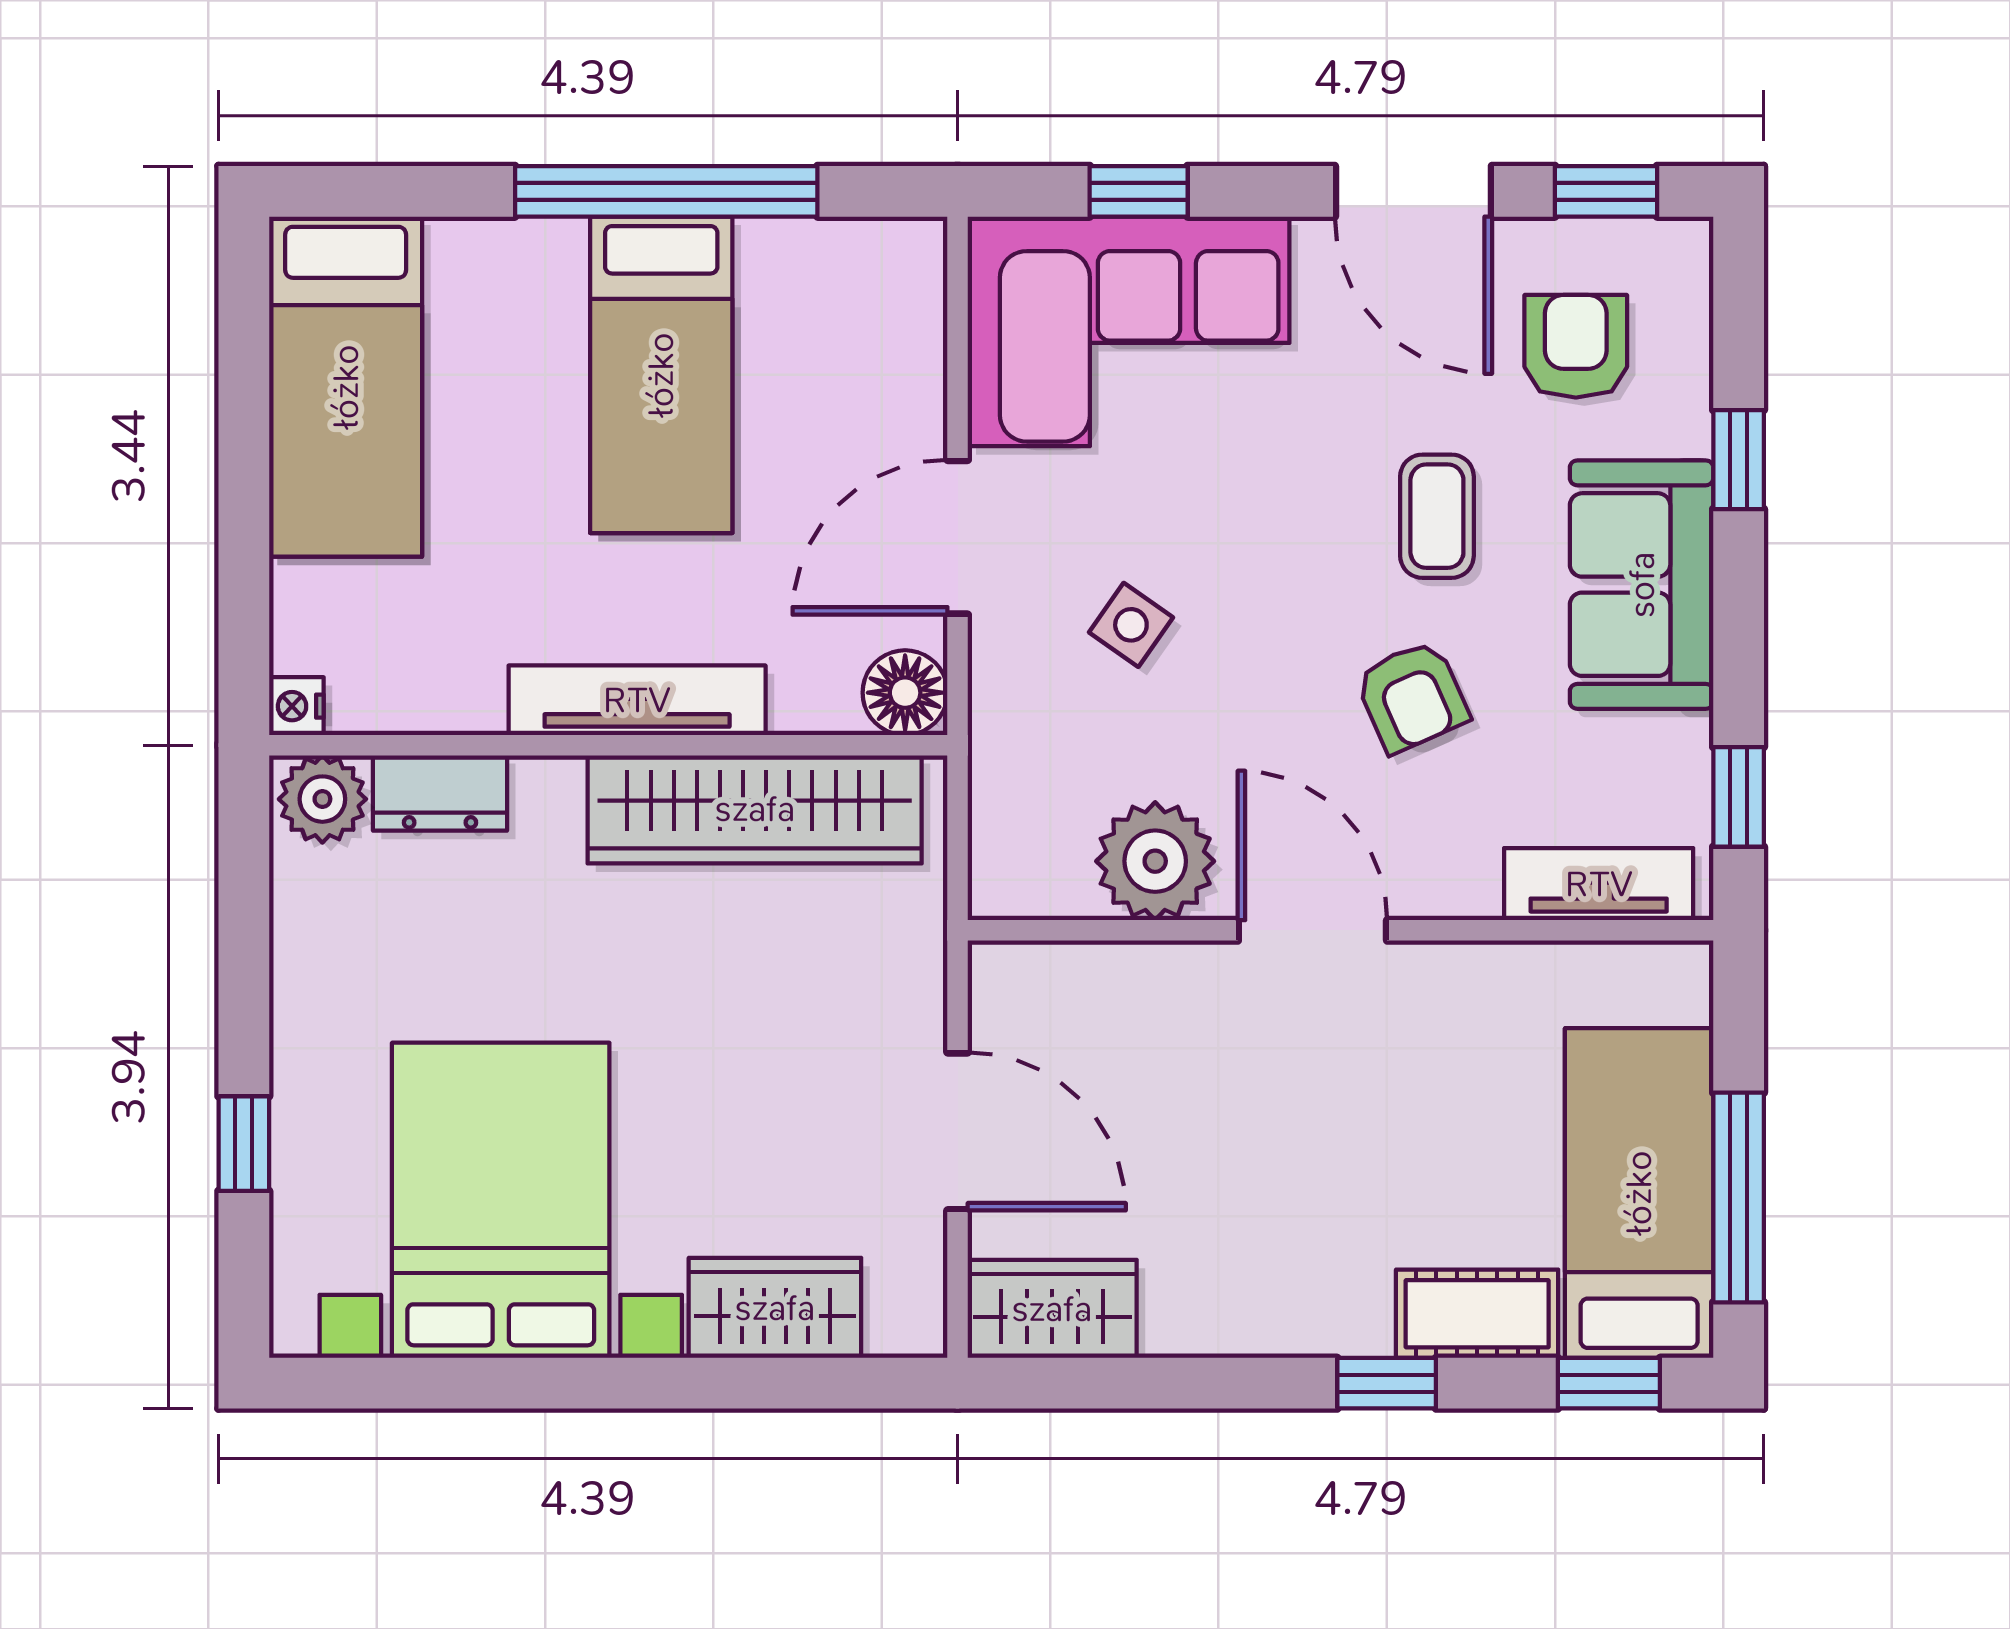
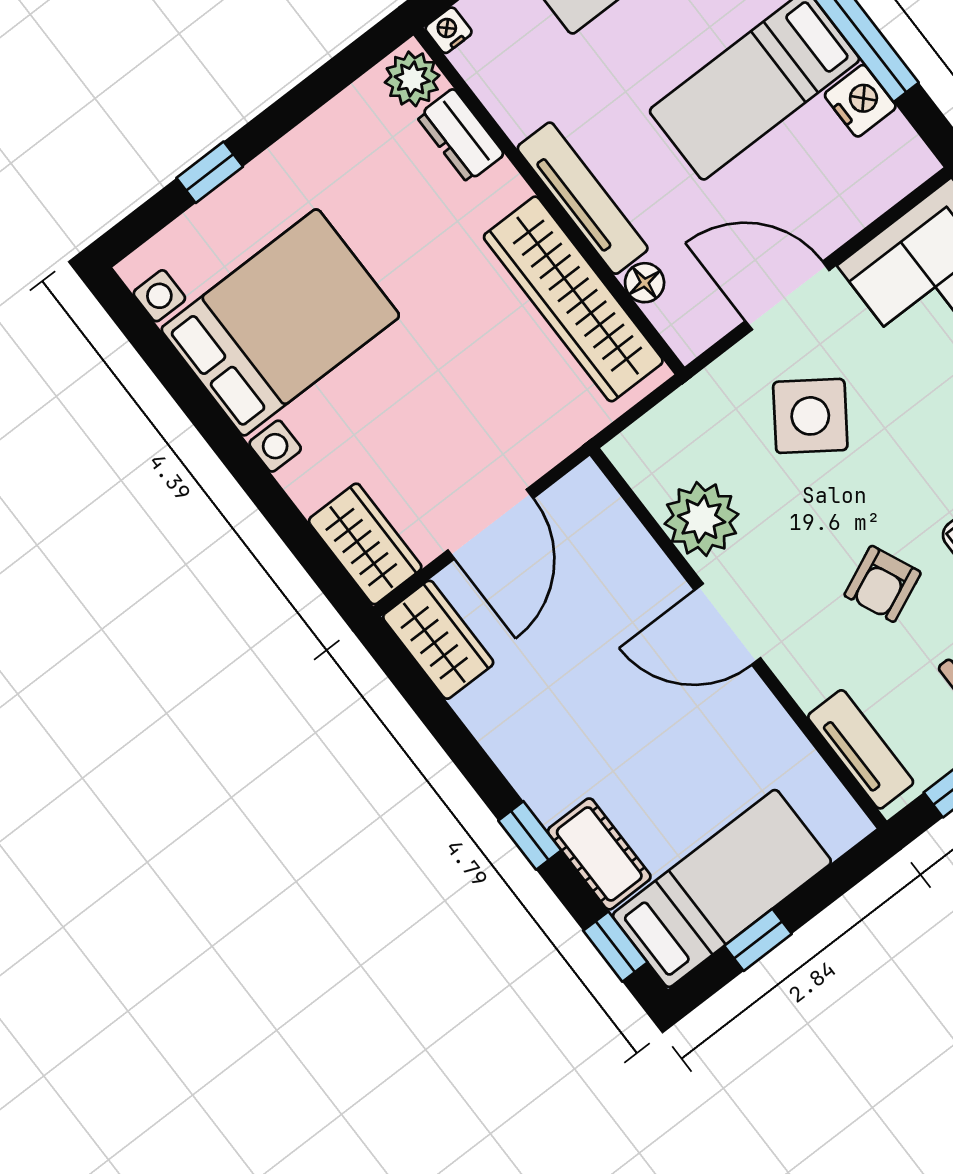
nightstand: (783, 257) -> (860, 101), added
side table: (1131, 625) -> (810, 416), width x1.87, depth x1.87
floor lamp: (905, 693) -> (645, 283), moved, width x0.73, depth x0.73
door: (1312, 930) -> (727, 624), swing flipped
window: (1739, 1197) -> (758, 940), width x0.46
wardrobe: (775, 1308) -> (365, 544), moved

